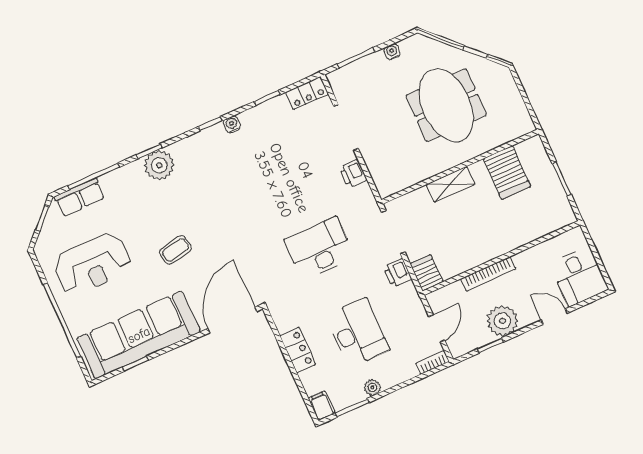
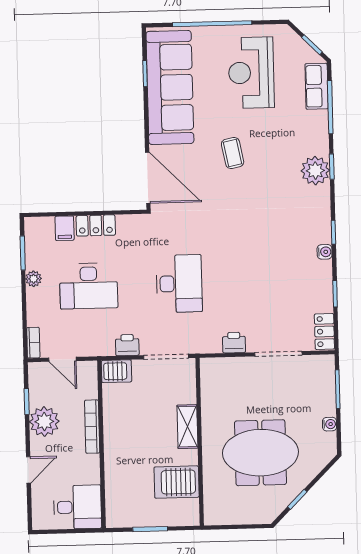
desk: (579, 277) -> (77, 507), moved, turned 180
filing cabinet: (322, 406) -> (65, 228), moved, turned 90

